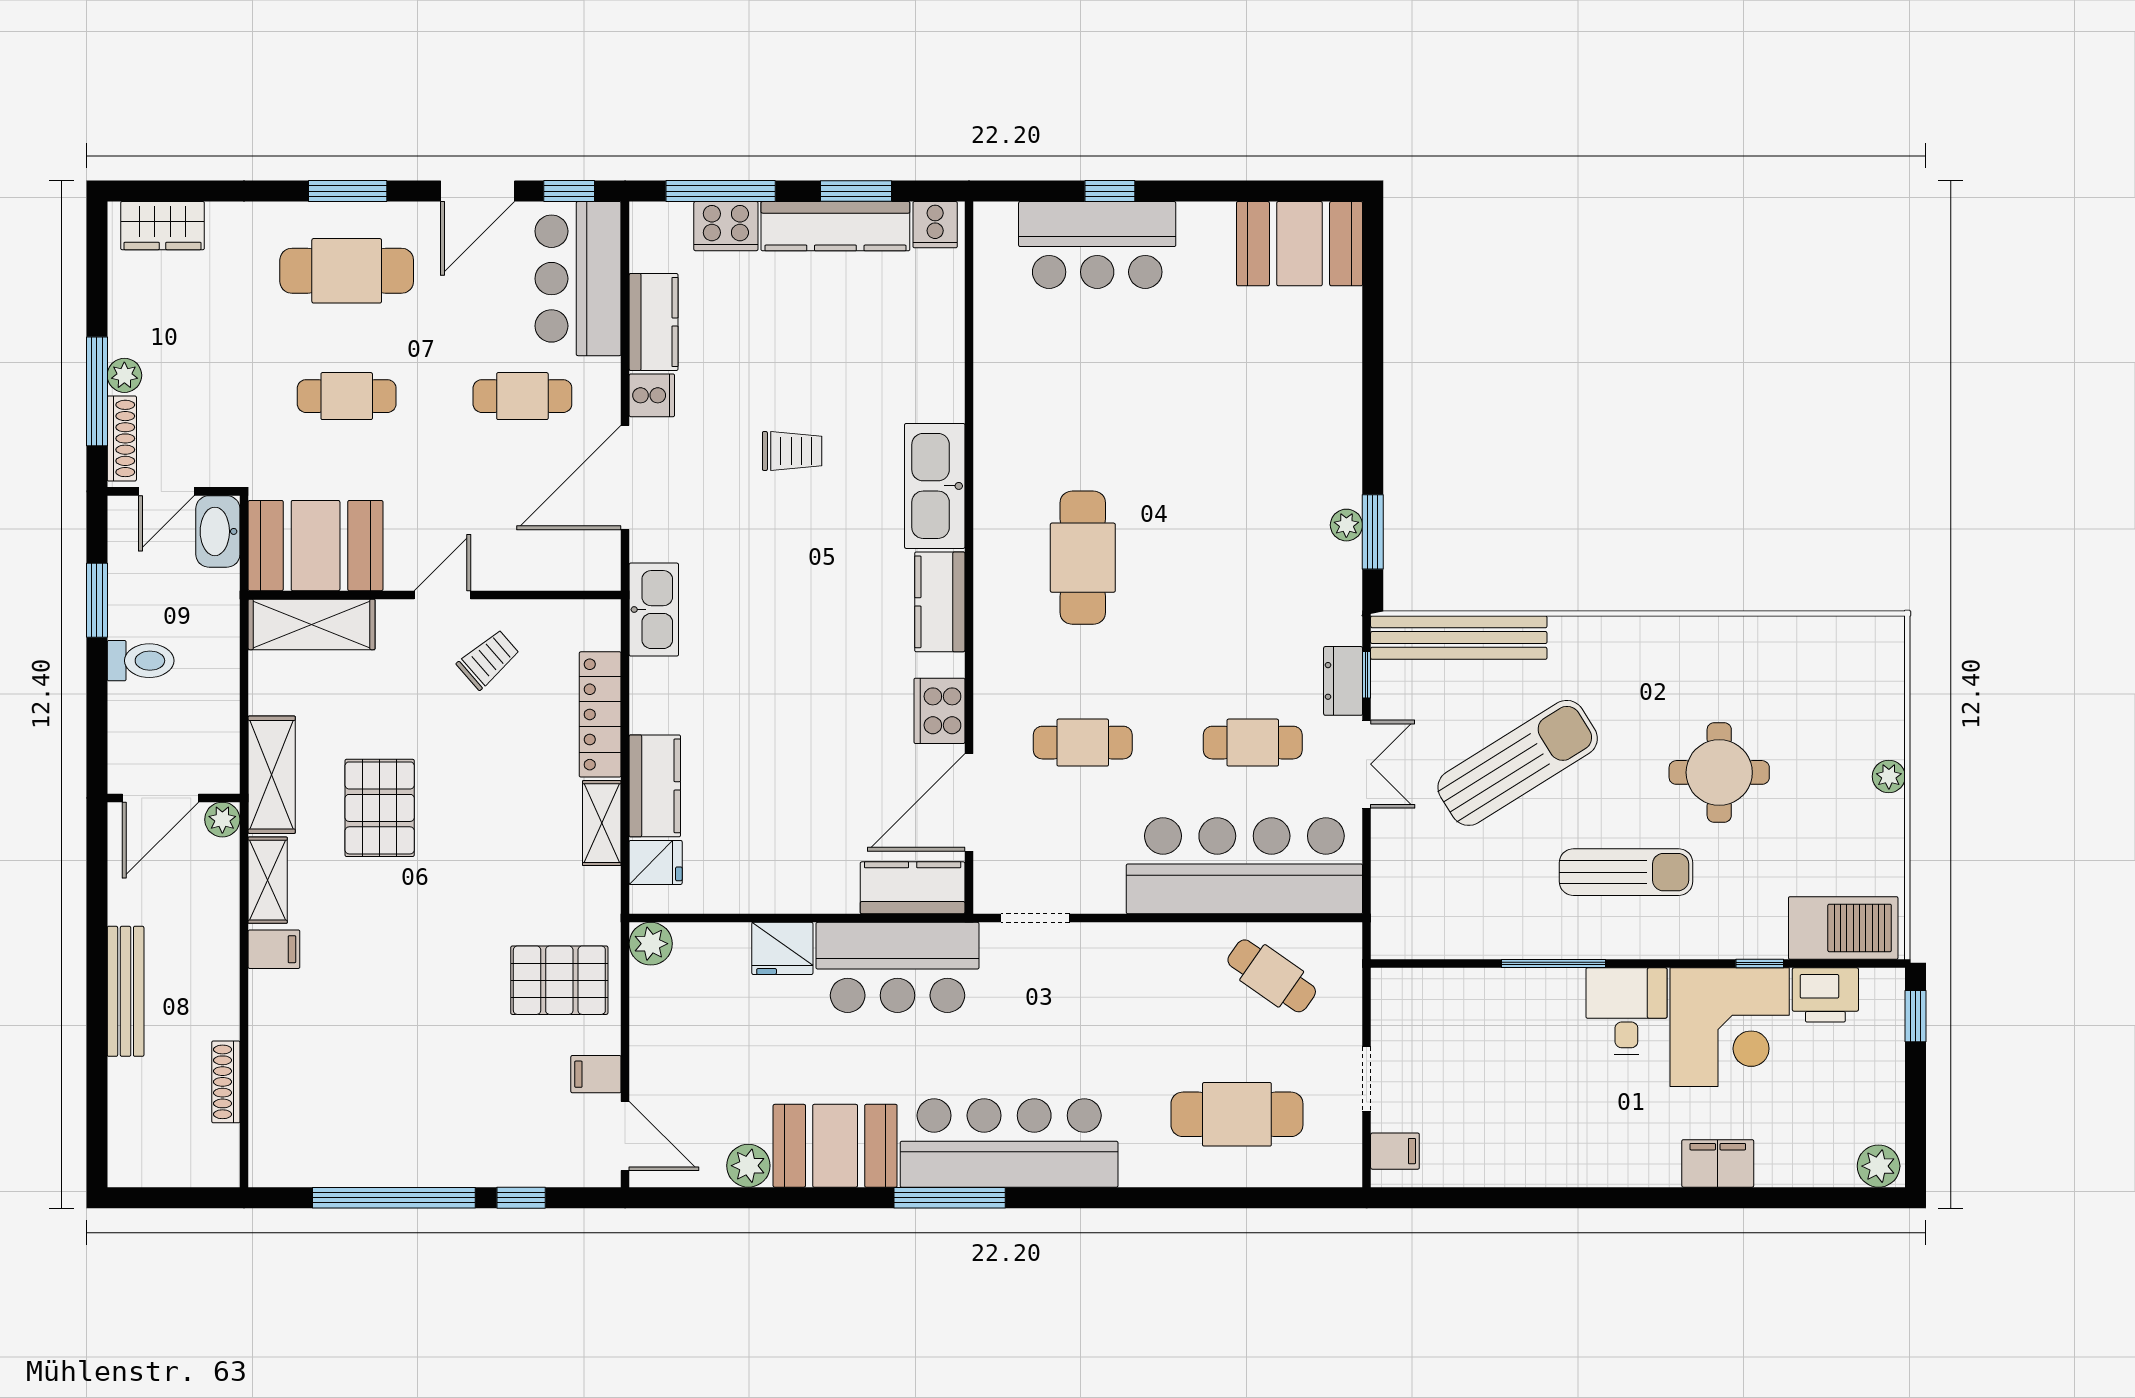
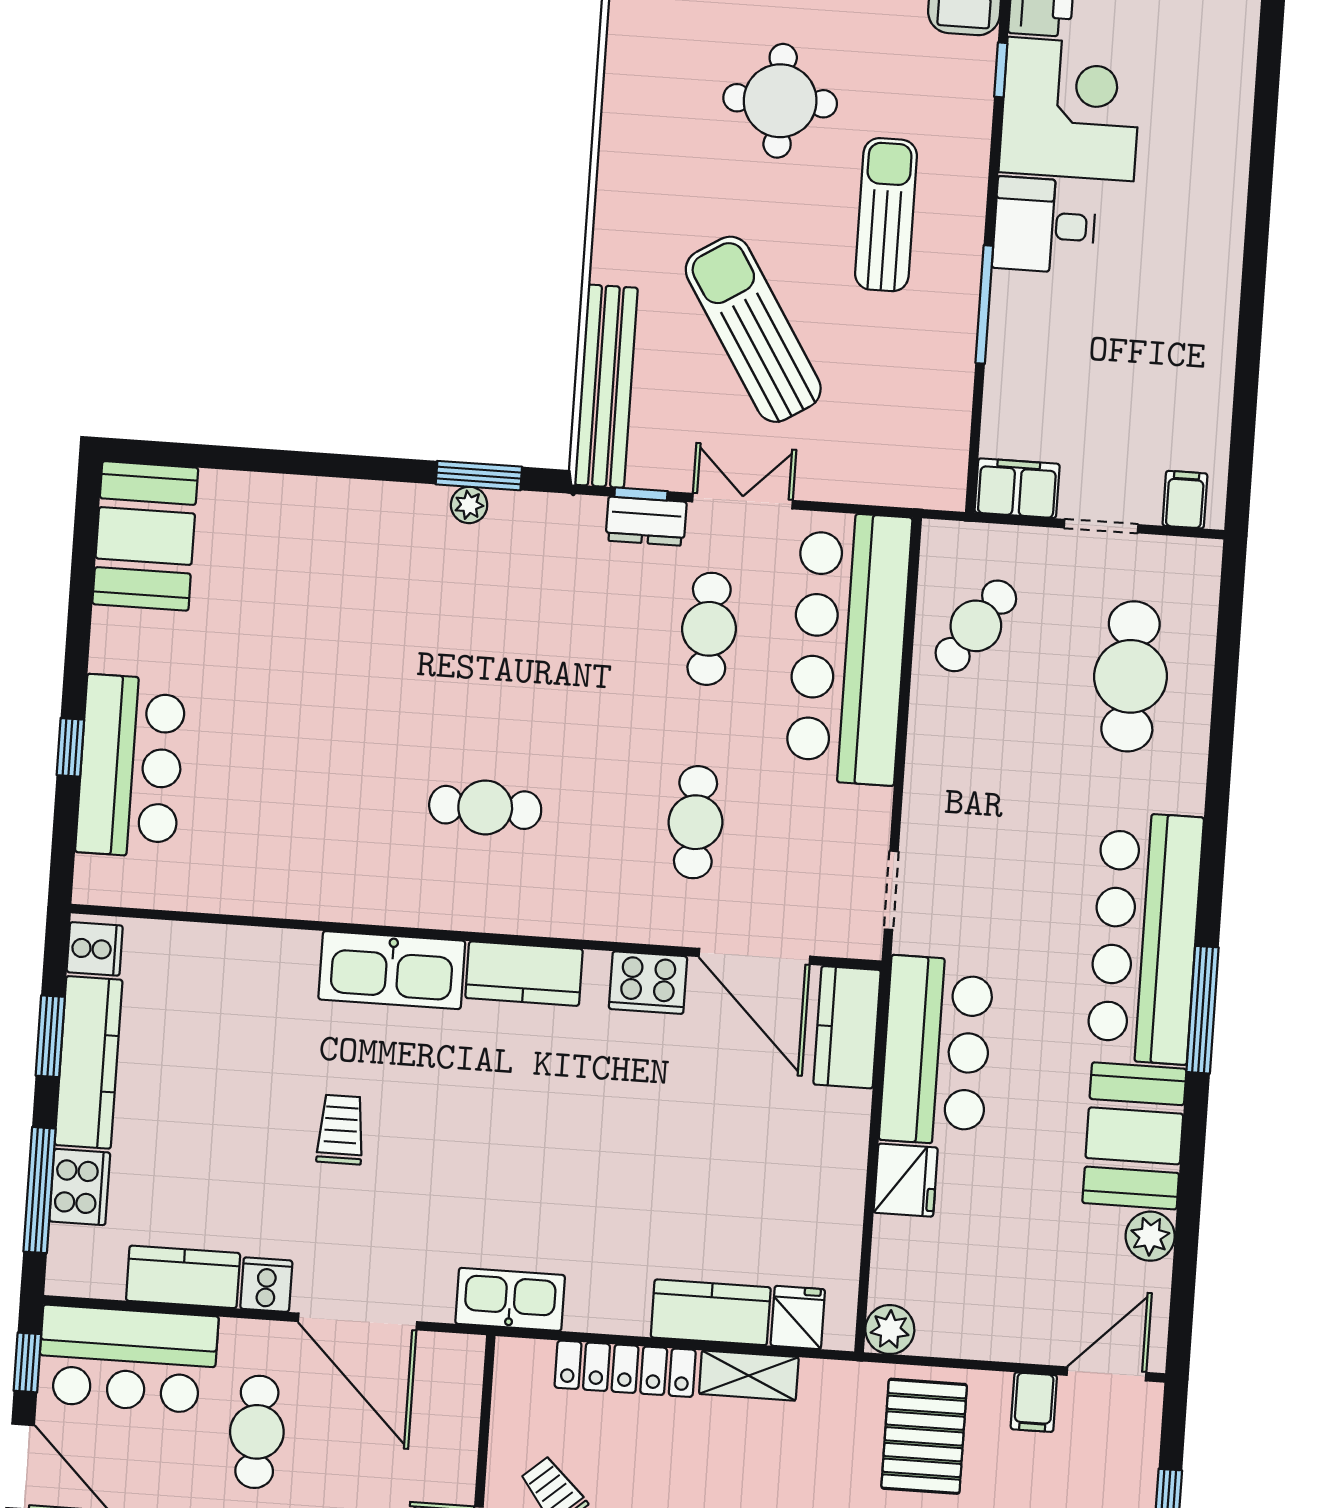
cafe table: (1083, 558) -> (485, 807), width x0.73, depth x0.74
filing cabinet: (1718, 1163) -> (1017, 488), moved, turned 90

